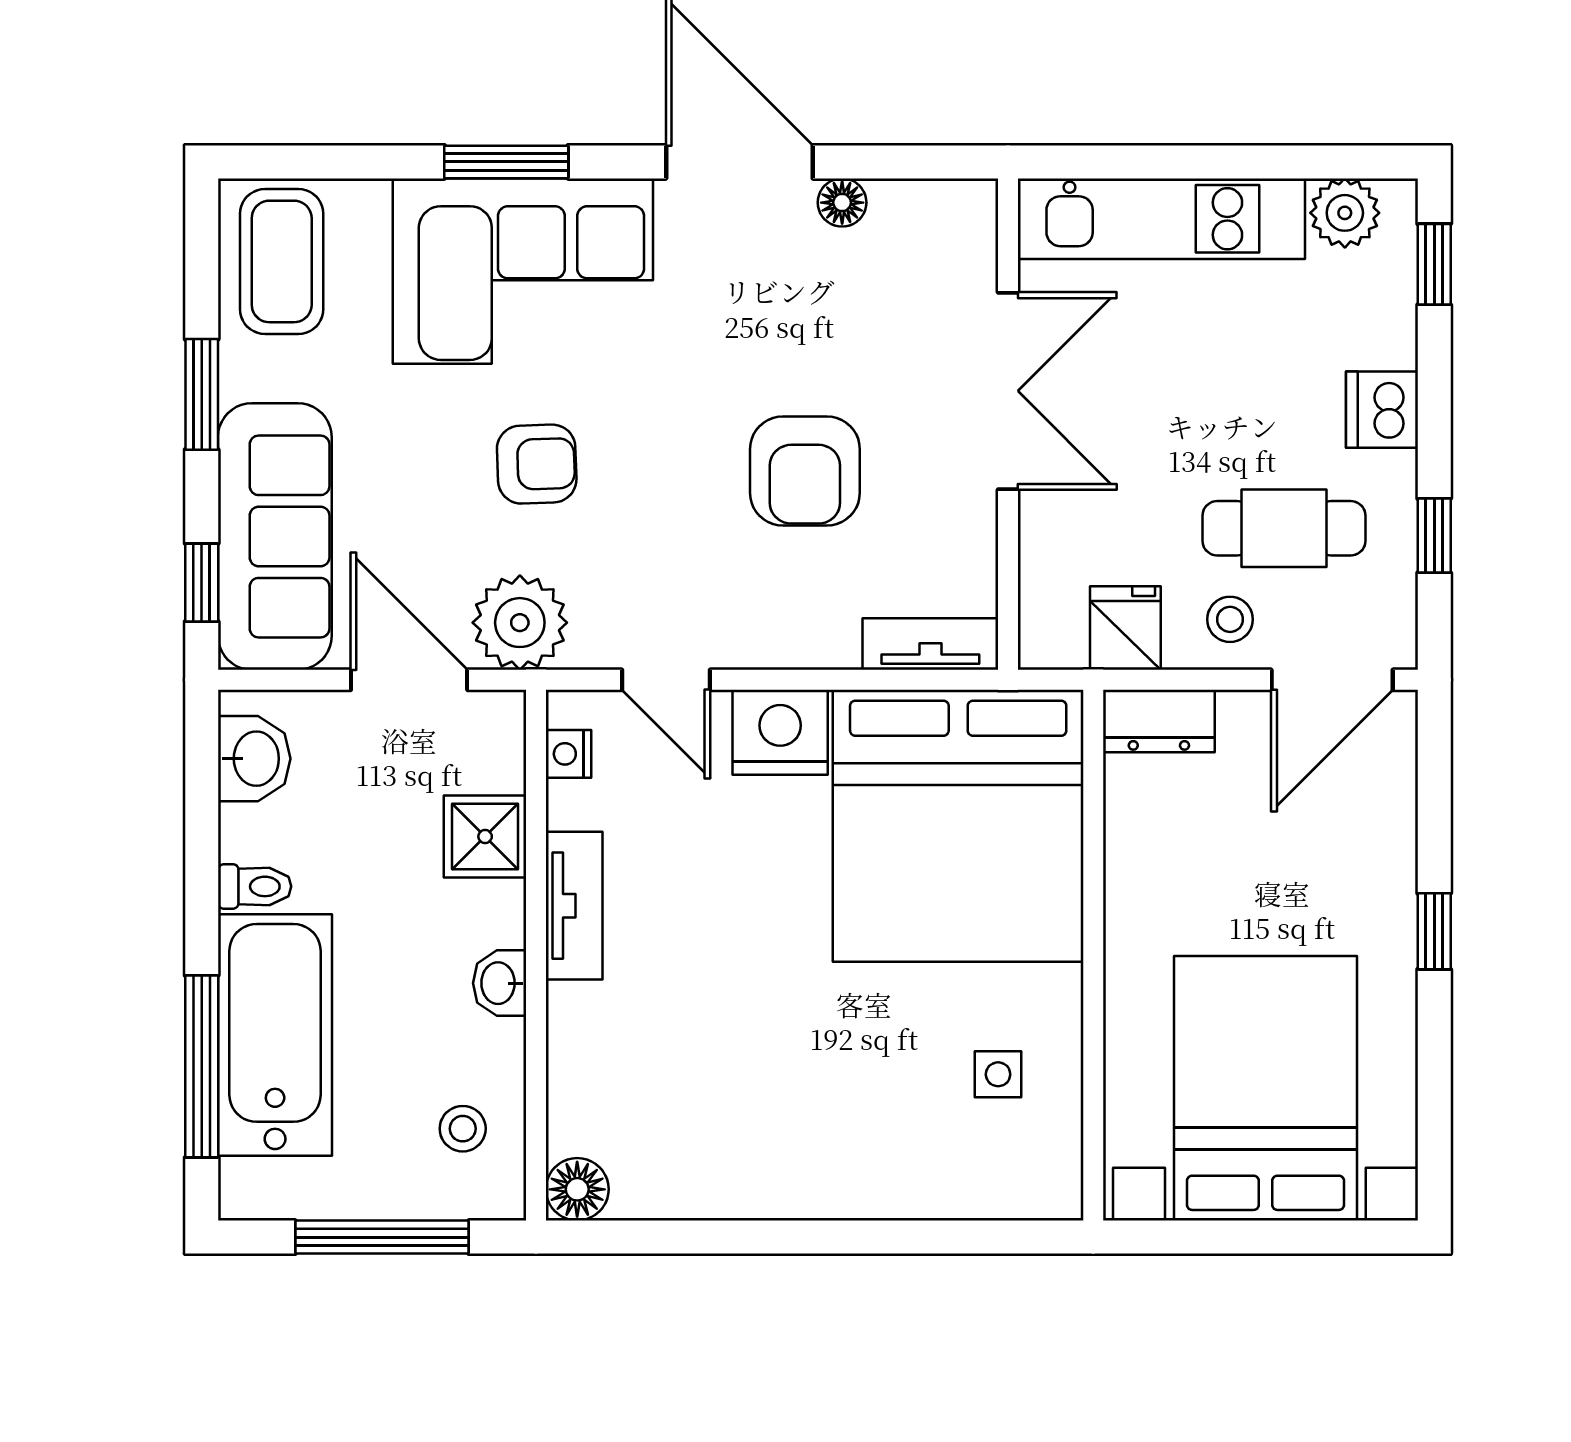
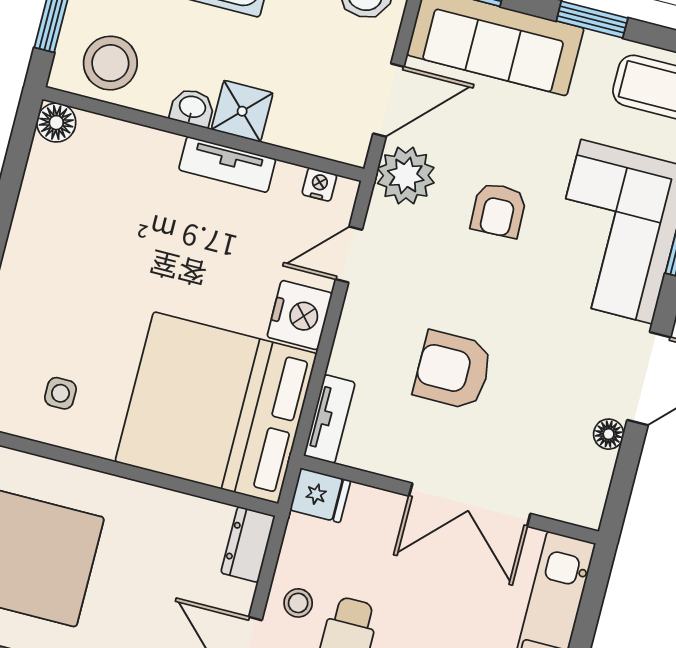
fridge: (1125, 628) -> (320, 495), moved
shower: (485, 837) -> (242, 111), moved
stool: (463, 1129) -> (110, 63), width x1.89, depth x1.89

